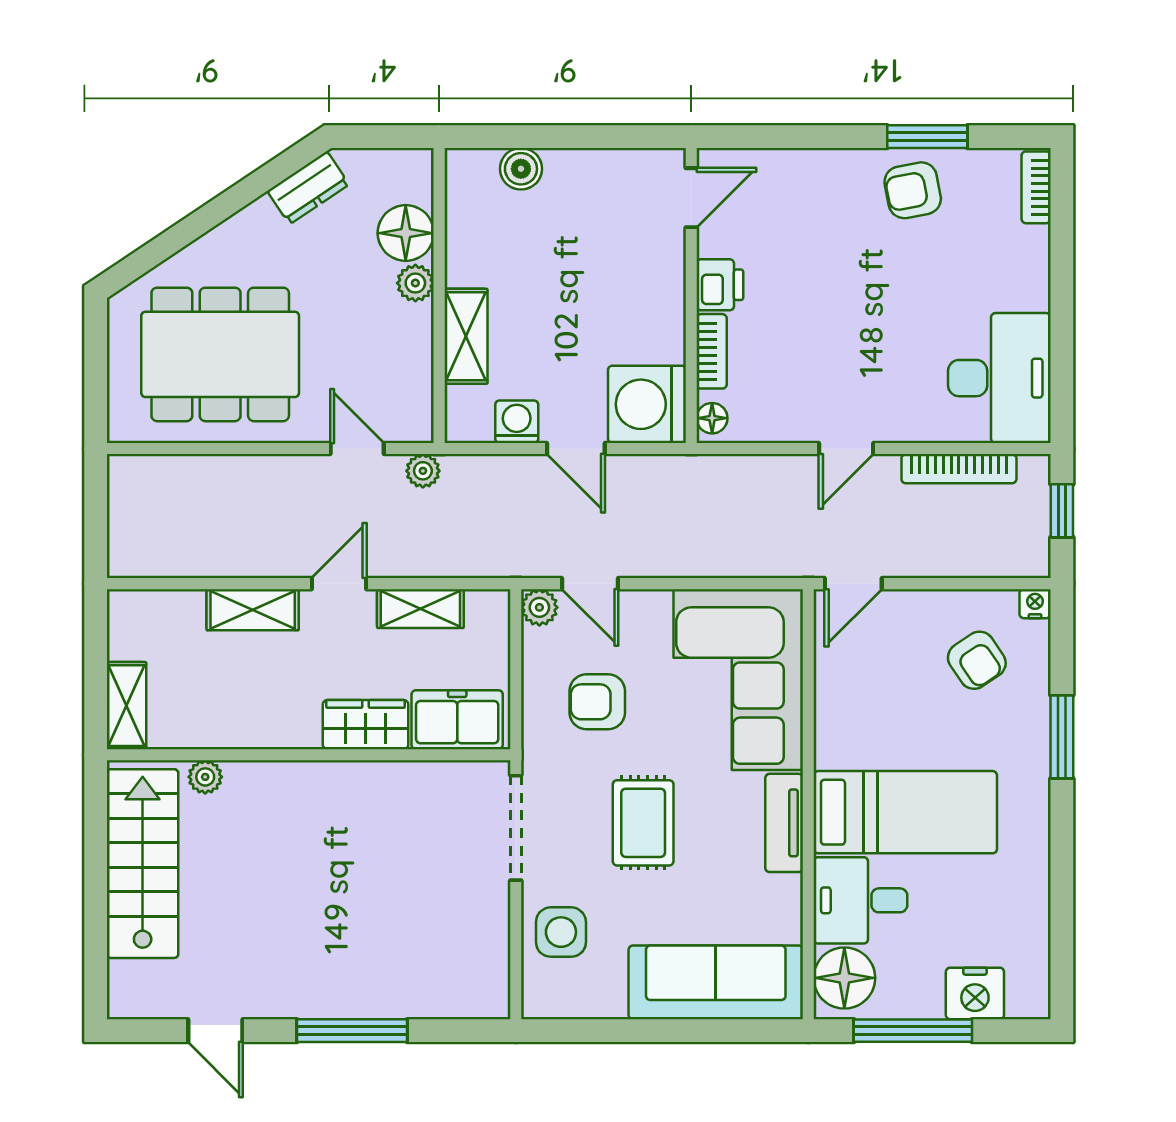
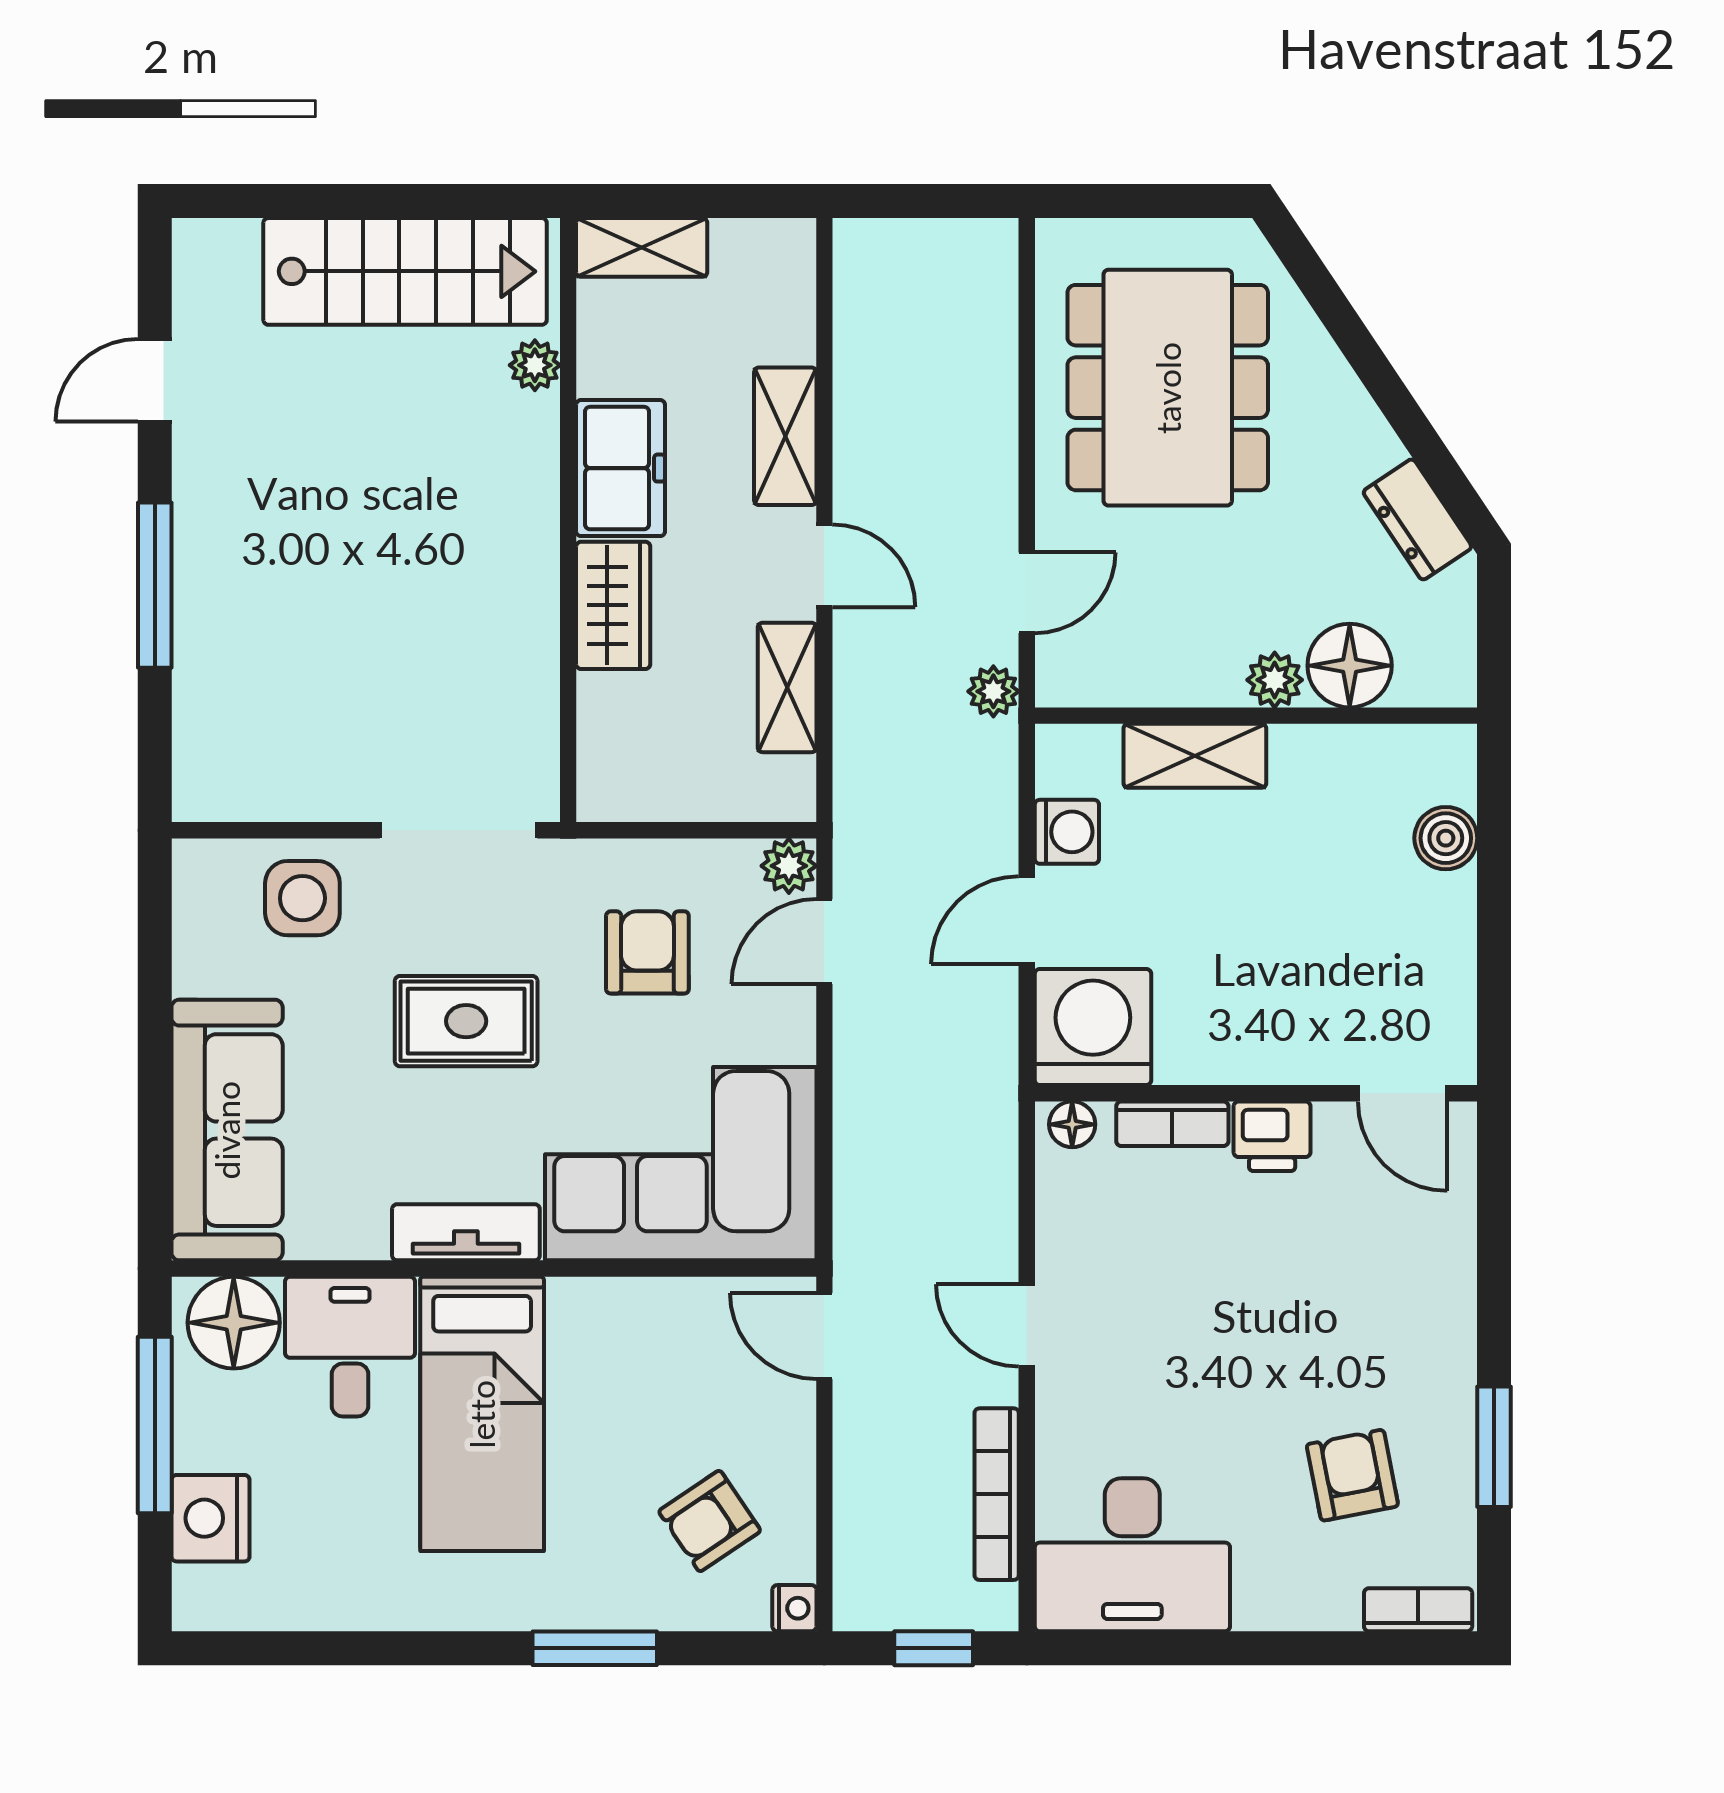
armchair: (913, 190) -> (1352, 1475), moved
freezer: (457, 720) -> (621, 468), moved

